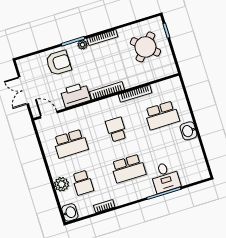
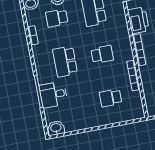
school desk: (162, 115) -> (111, 98), width x0.54
washbasin: (189, 131) -> (56, 128), moved

